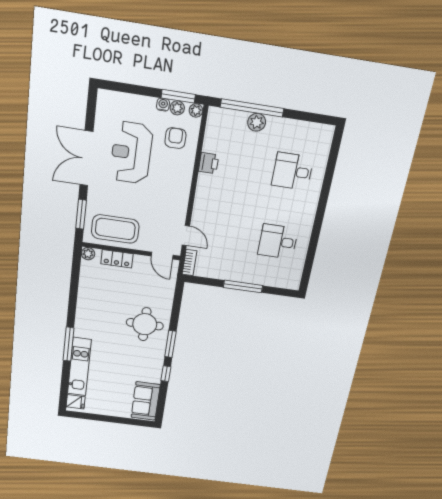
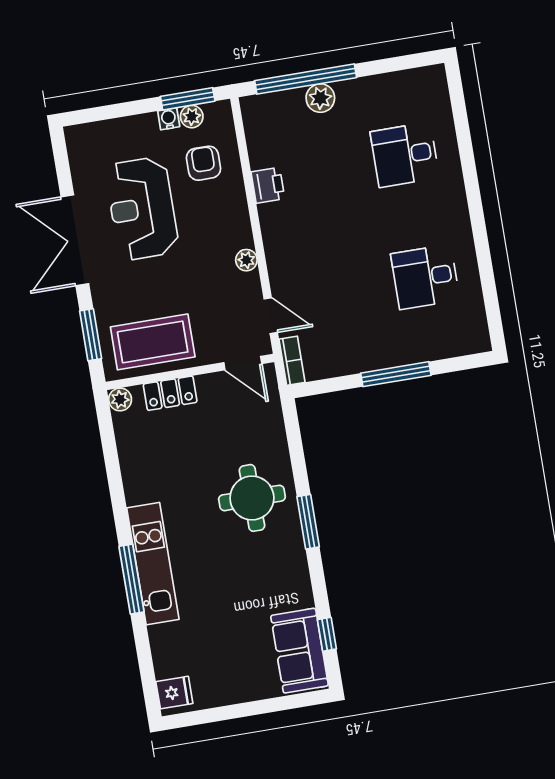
plant: (196, 110) -> (246, 260), moved
kitchen unit: (79, 367) -> (153, 564), moved
window: (166, 374) -> (327, 634), moved

